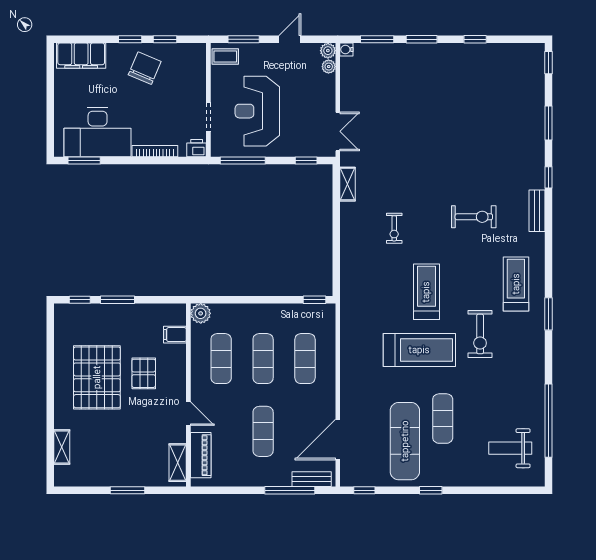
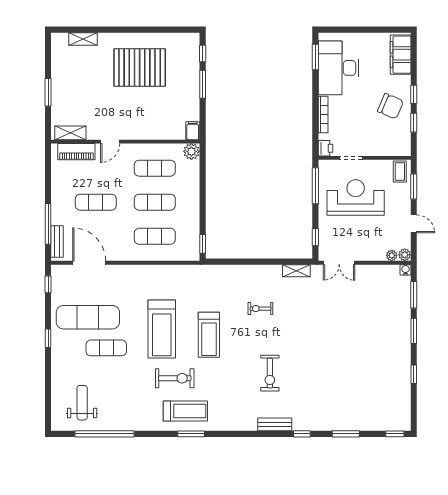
treadmill: (516, 284) -> (185, 411), moved
treadmill: (426, 292) -> (209, 335), turned 90
exercise bike: (480, 334) -> (175, 378), turned 180
filing cabinet: (175, 335) -> (193, 131), moved
pallet: (144, 373) -> (143, 105), removed

